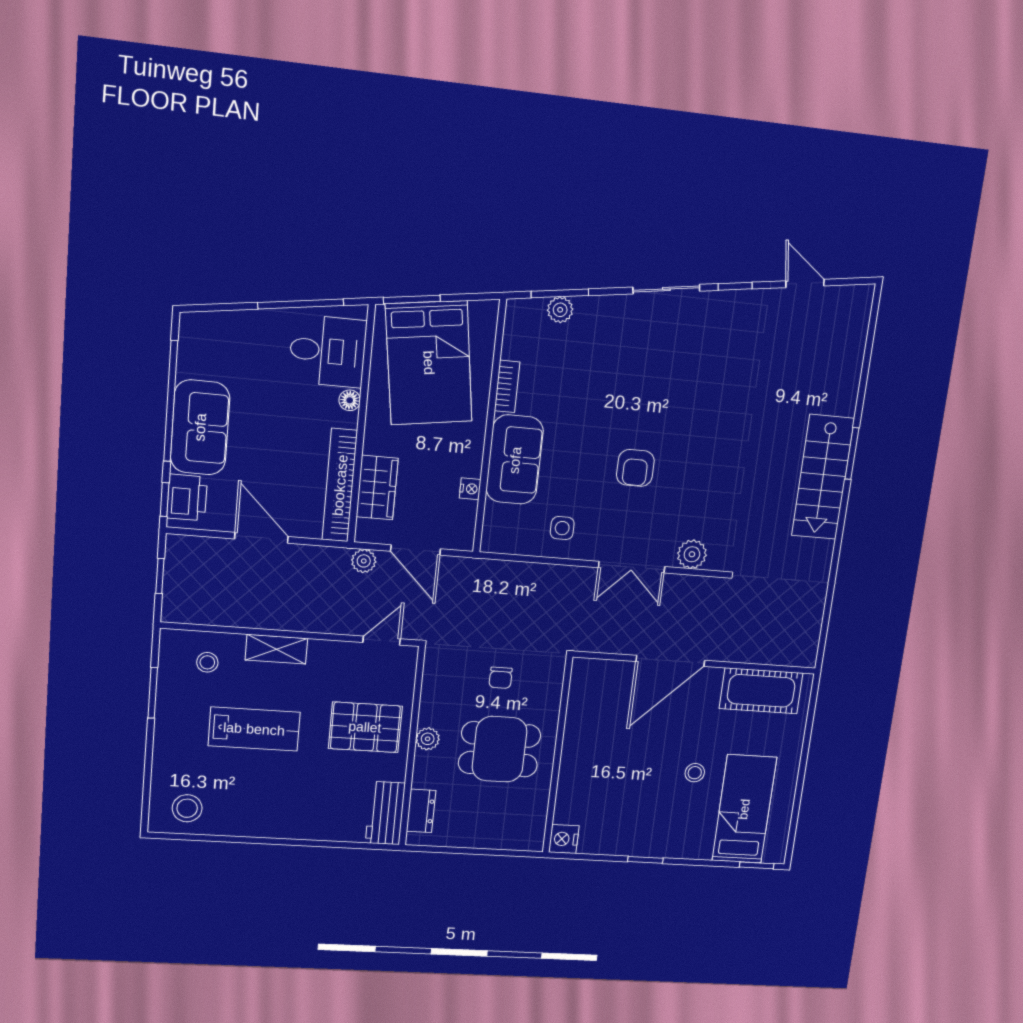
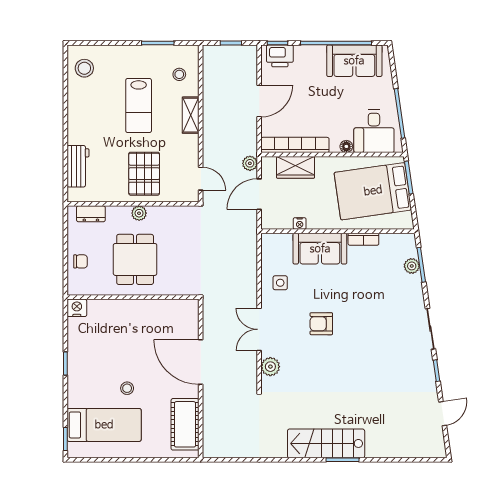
sofa: (200, 427) -> (354, 61), moved
chair: (501, 678) -> (80, 261), moved, turned 180
workbench: (385, 813) -> (78, 166), moved, turned 90

